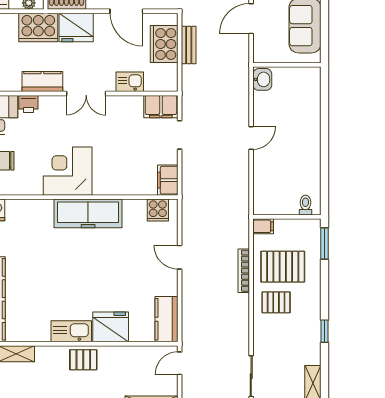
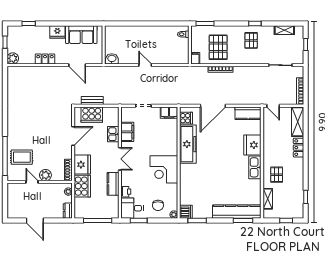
filing cabinet: (161, 107) -> (127, 132), moved
freezer: (88, 213) -> (188, 144), moved
door: (180, 257) -> (213, 106), width x1.88
pallet: (276, 302) -> (251, 40), moved
pallet: (83, 360) -> (277, 175), moved

